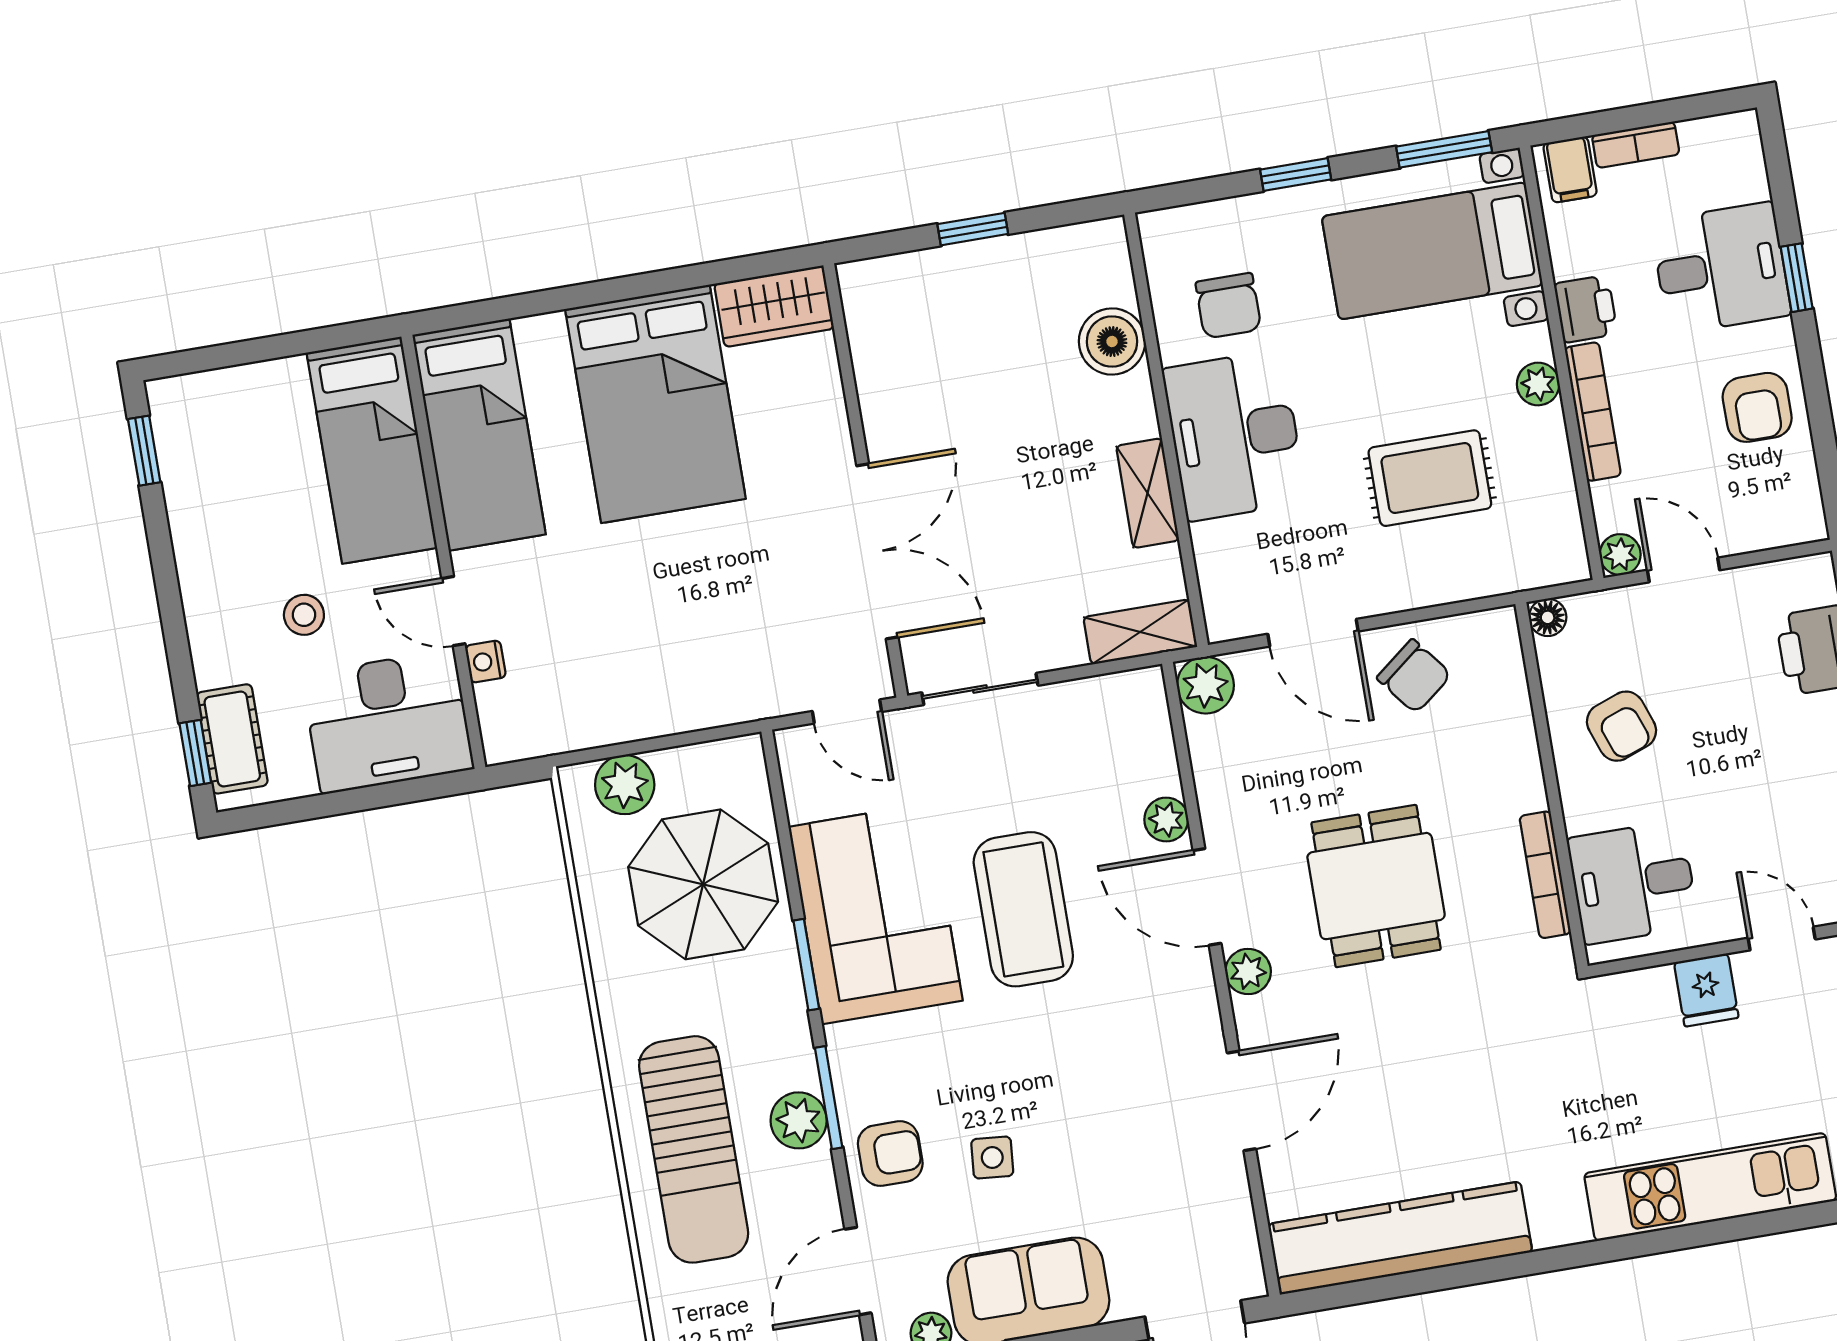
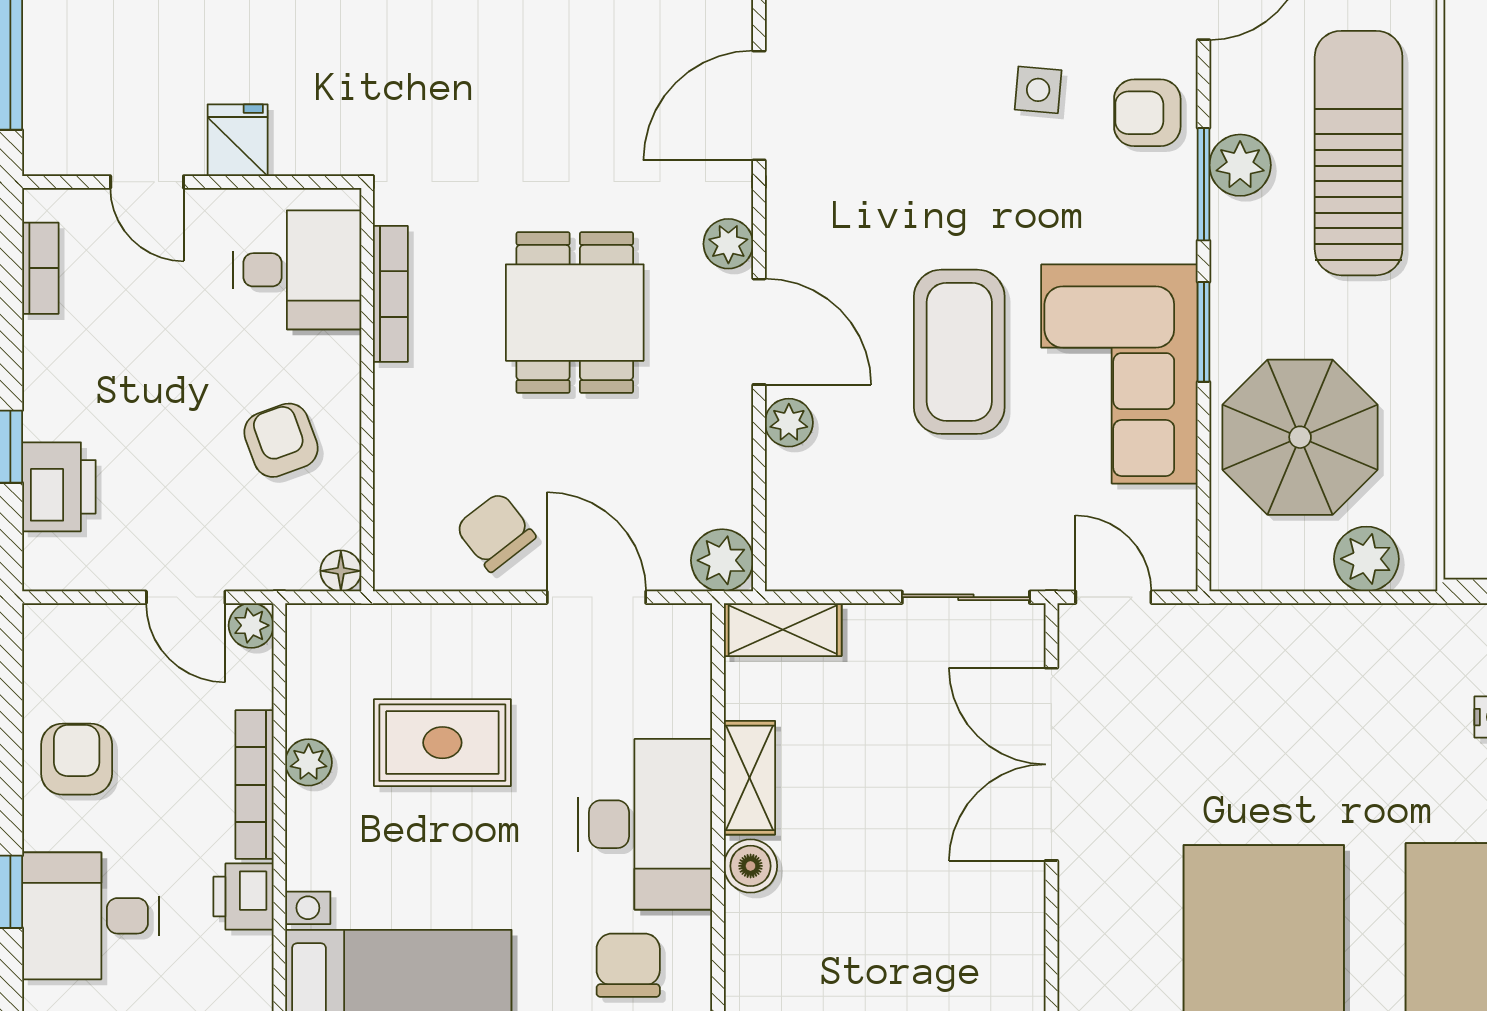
boiler: (1112, 342) -> (751, 866), moved, width x0.73, depth x0.73
plant: (1538, 384) -> (309, 762), moved

